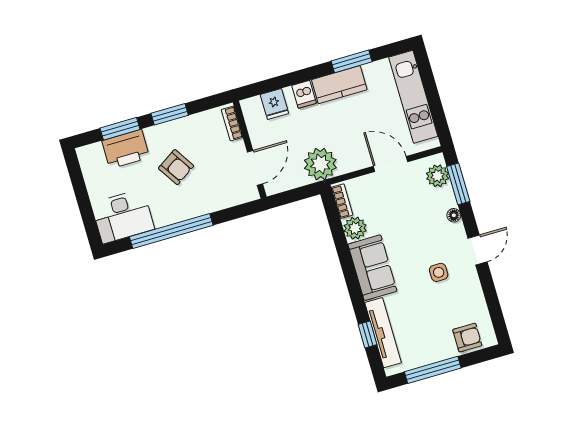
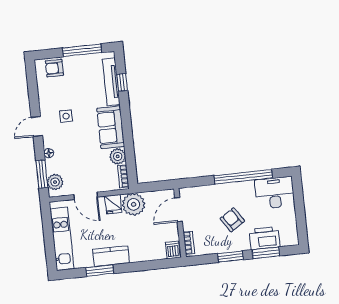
dishwasher: (304, 94) -> (173, 250), moved
fridge: (274, 104) -> (113, 204), moved, turned 180

